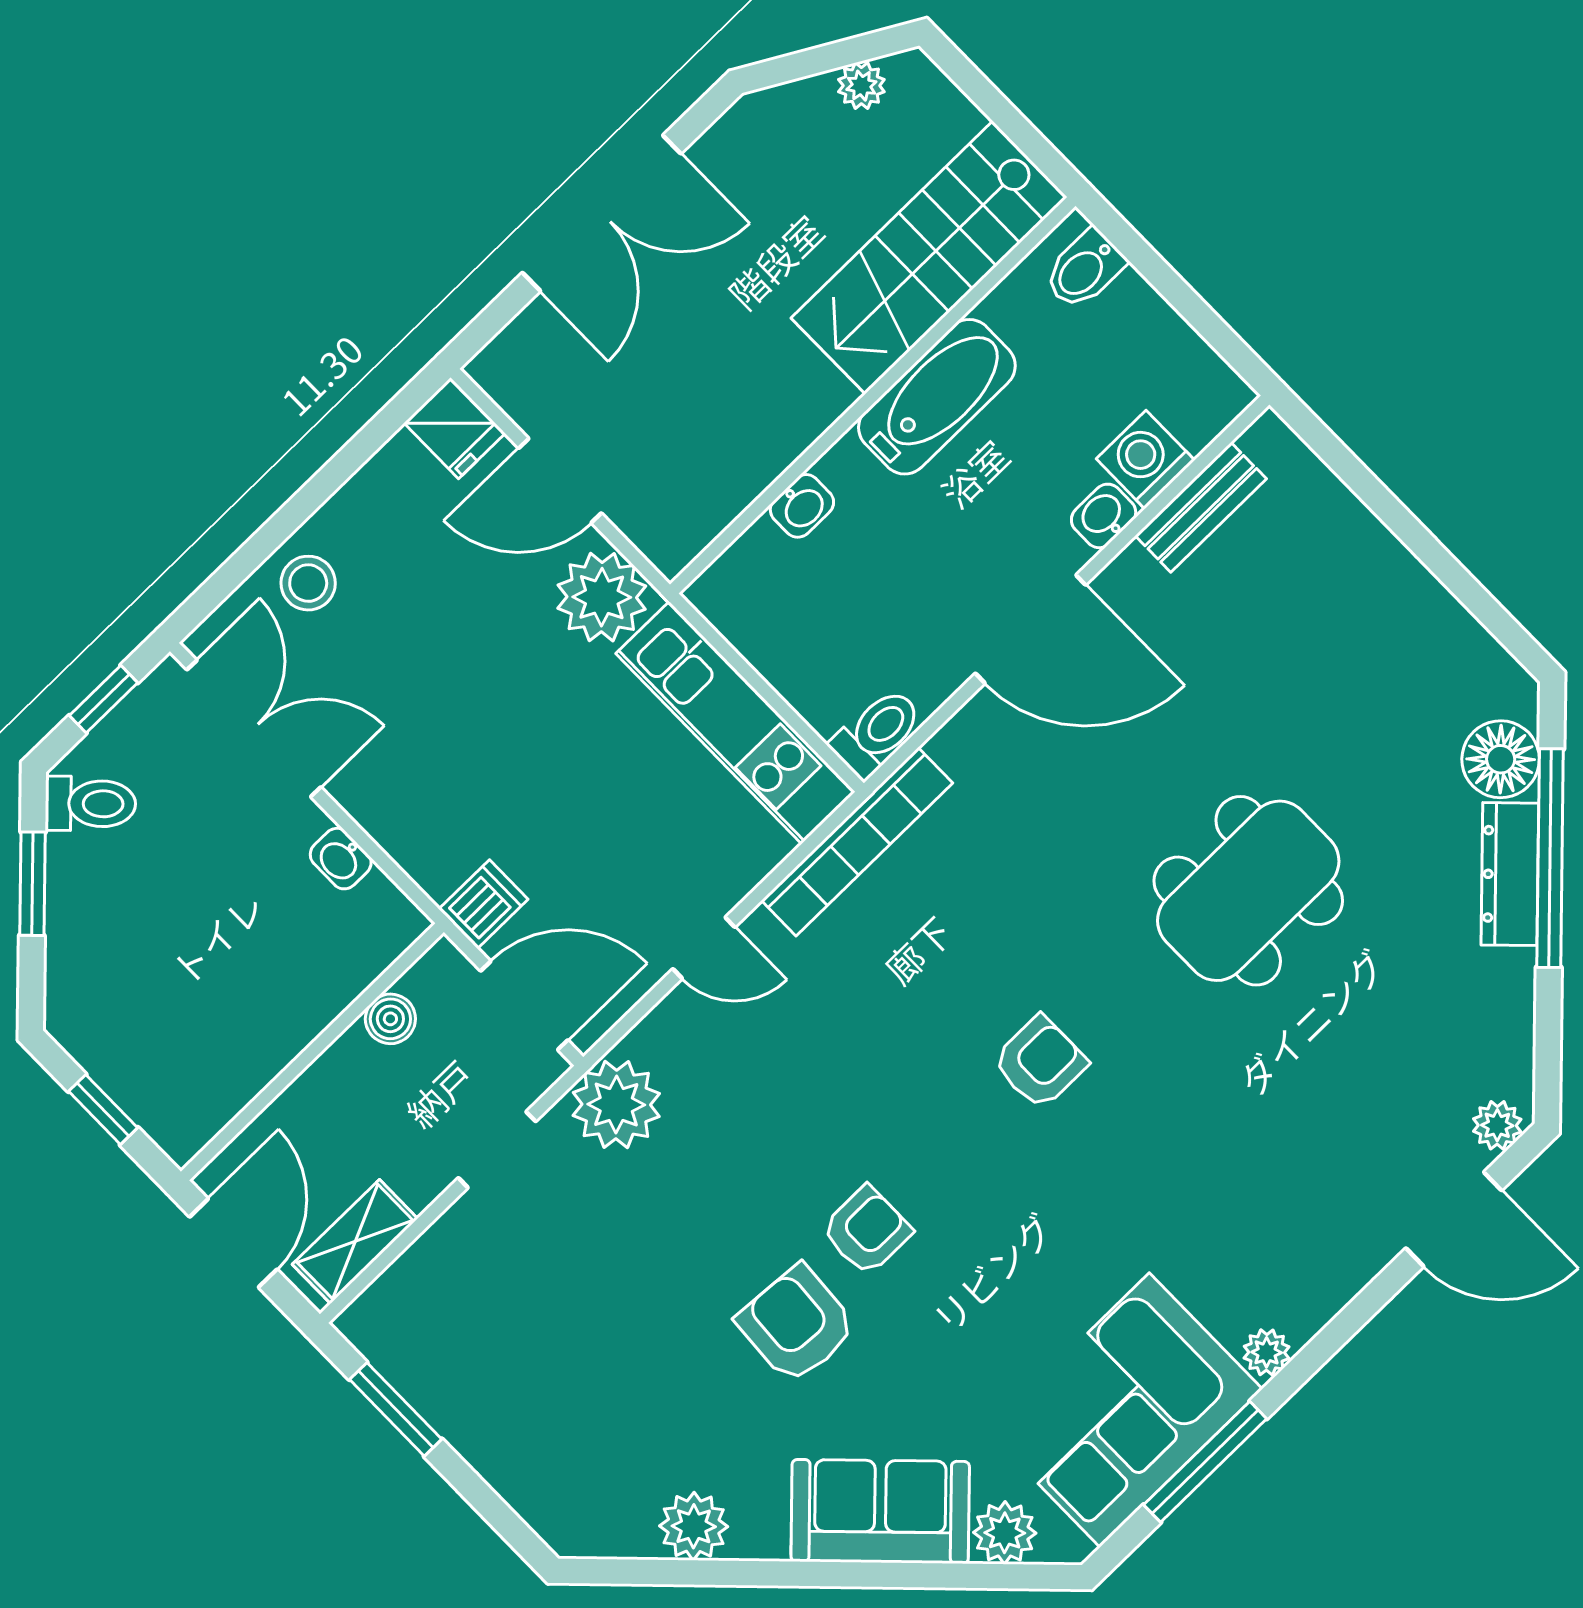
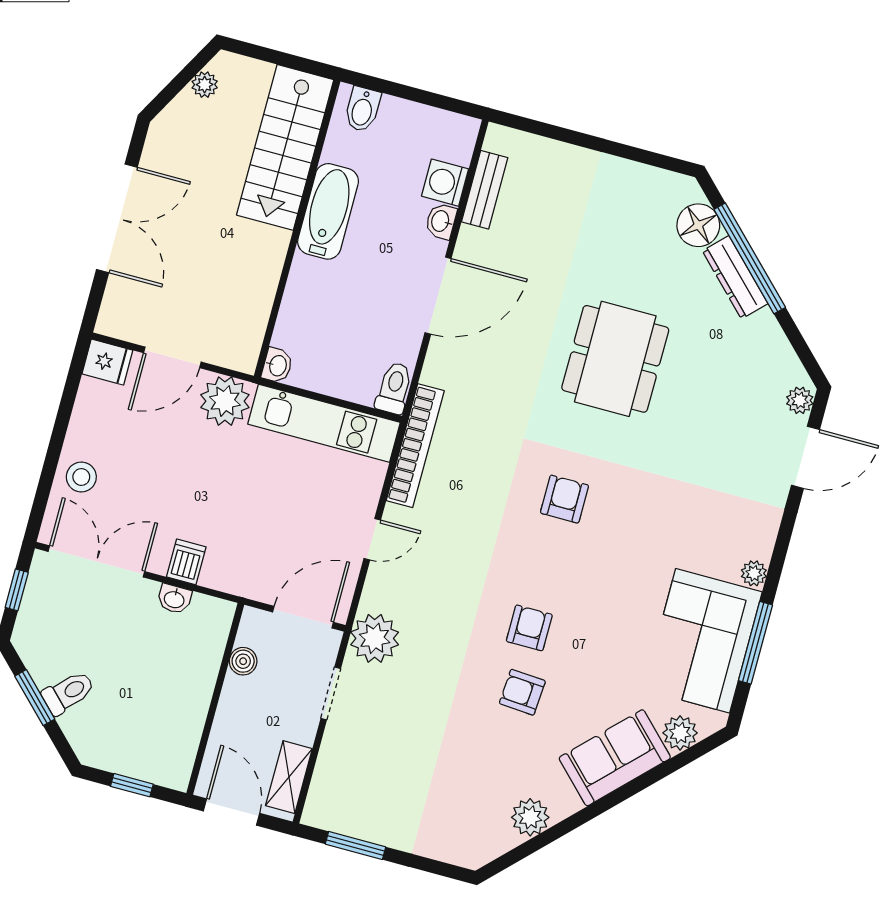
washbasin: (802, 506) -> (277, 365), moved
toilet: (91, 804) -> (68, 693), moved
dishwasher: (483, 904) -> (186, 562), moved
armchair: (797, 1324) -> (522, 692), width x0.72, depth x0.72

